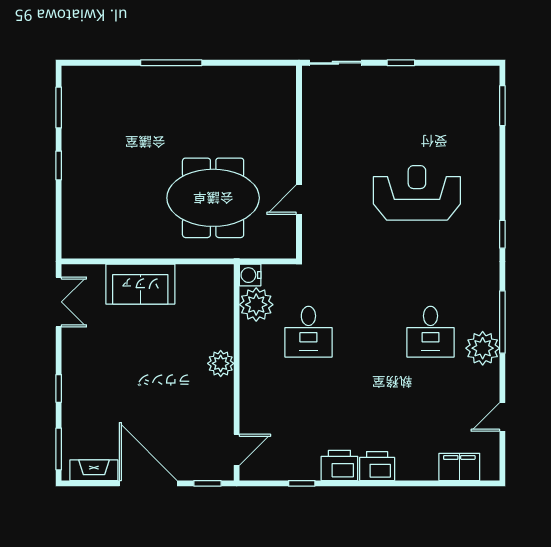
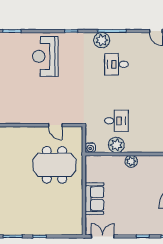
reception desk: (417, 193) -> (45, 56), moved
meeting table: (213, 198) -> (54, 165), turned 90
plant: (256, 305) -> (116, 145), moved
desk: (430, 332) -> (116, 64), turned 180
plant: (483, 348) -> (102, 40), moved

